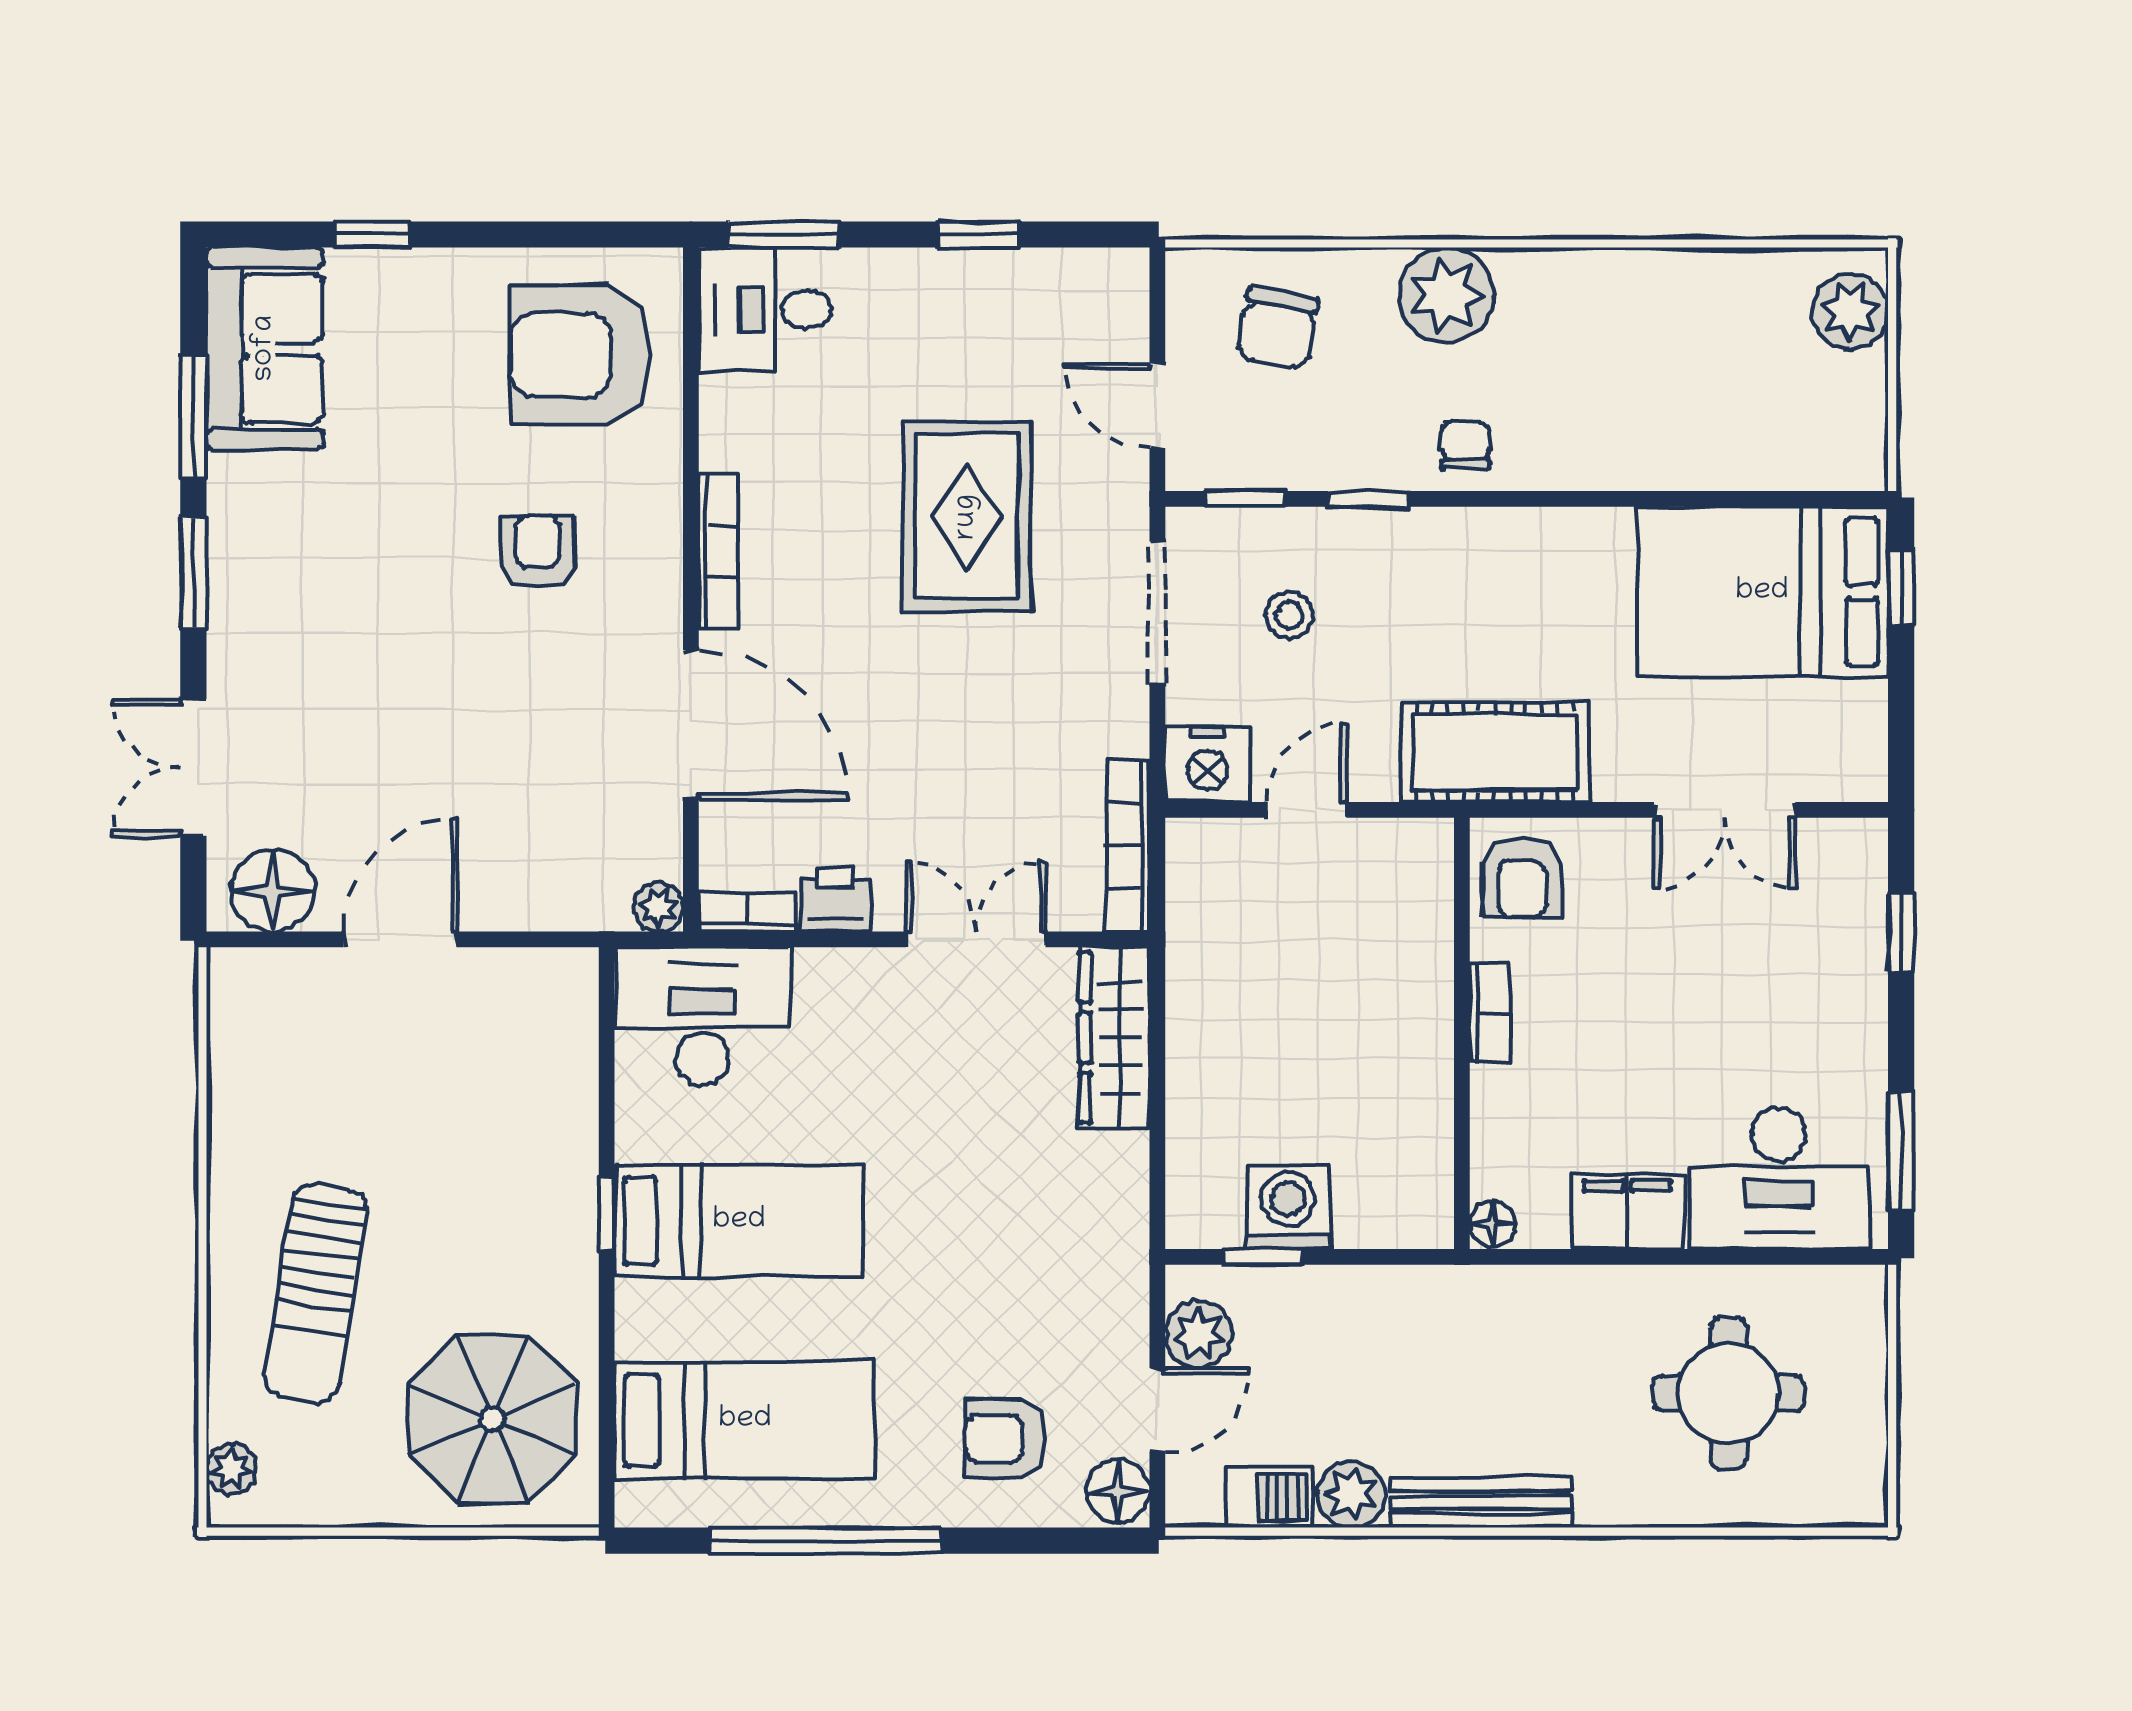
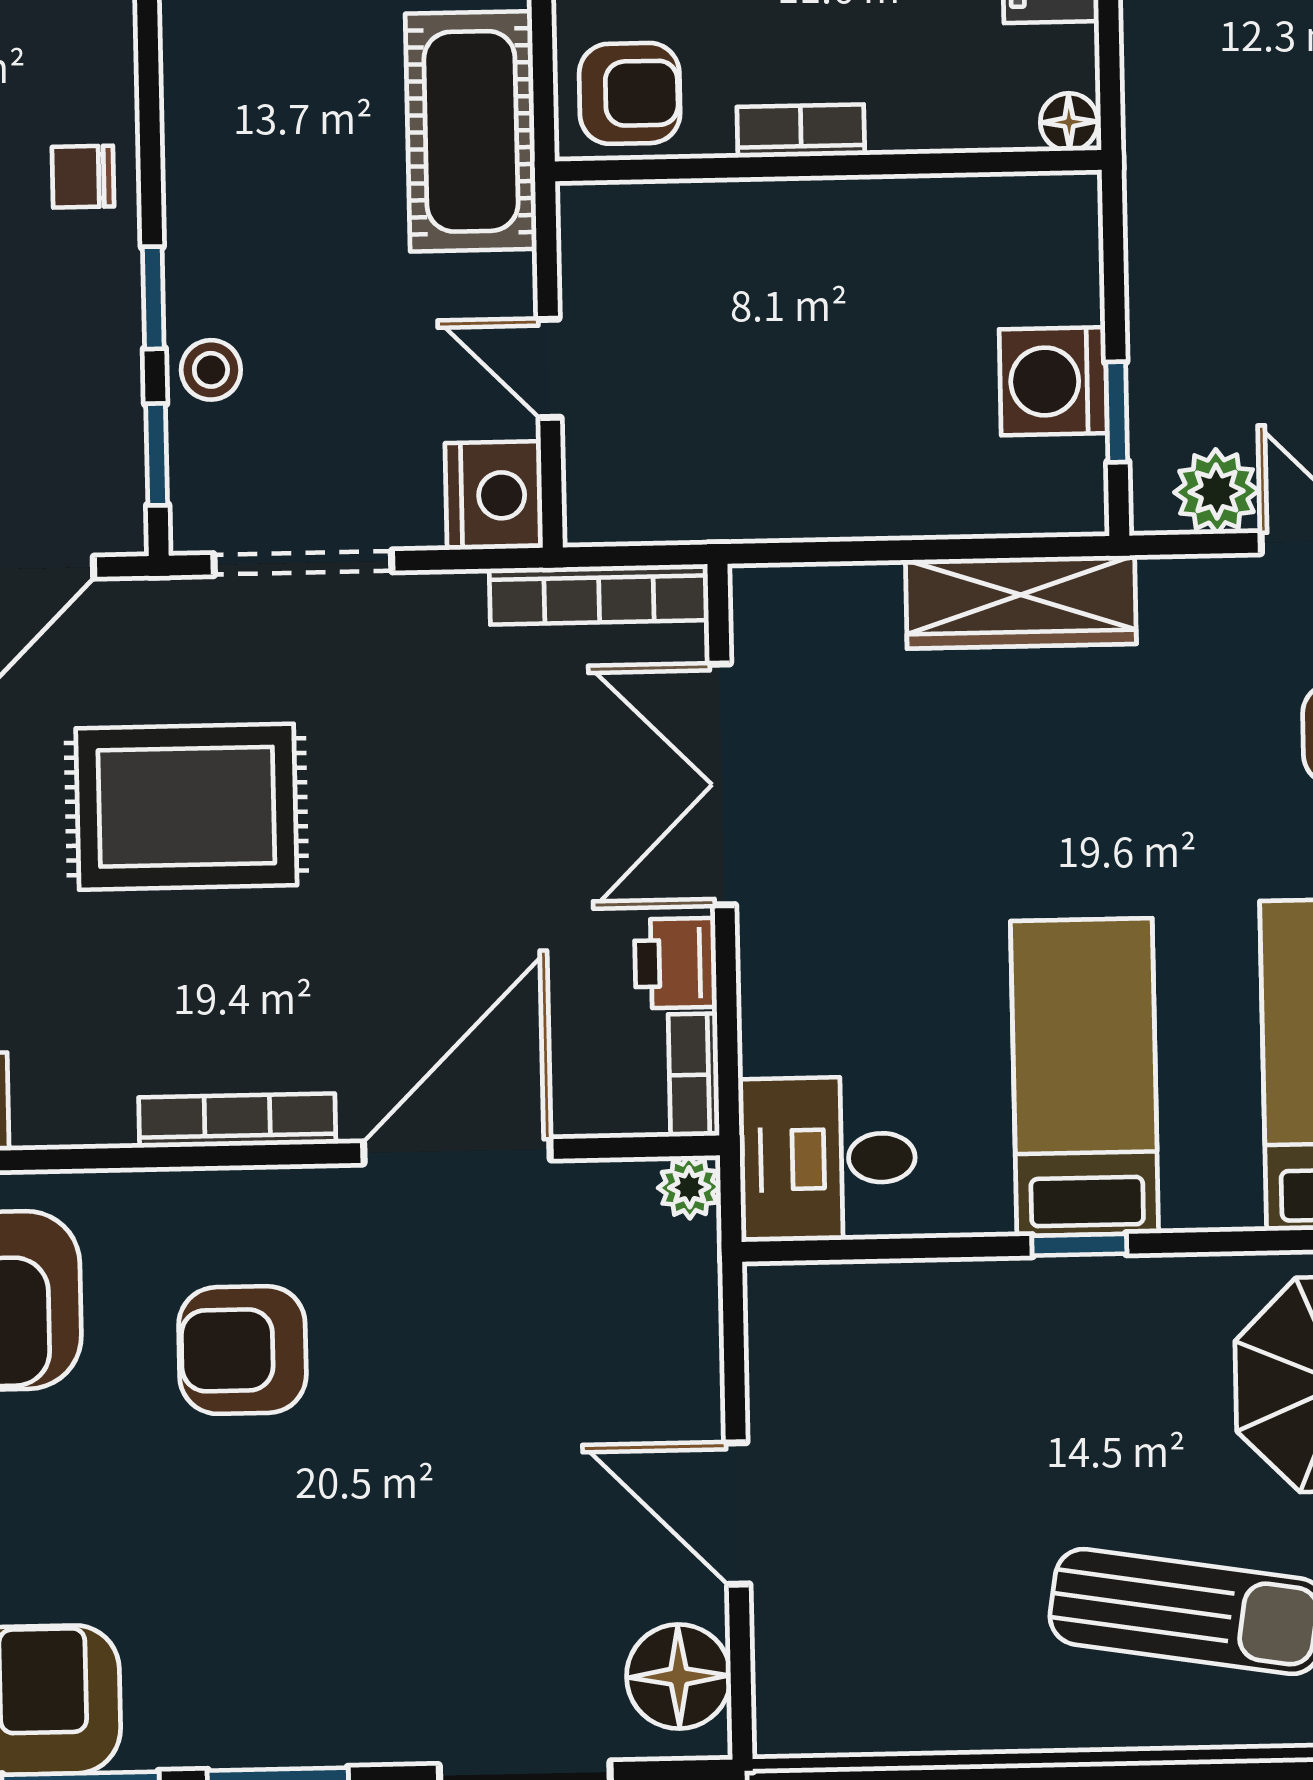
armchair: (537, 552) -> (242, 1350), width x1.38, depth x1.38
stool: (1289, 615) -> (211, 370), moved
double door: (976, 939) -> (722, 784), width x1.37
desk: (702, 1016) -> (827, 1159), width x0.73
wardrobe: (1115, 1038) -> (1021, 602), moved

